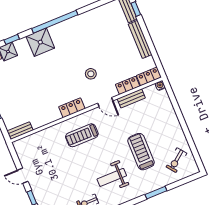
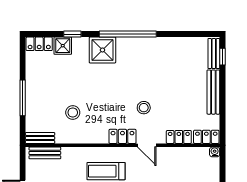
bench: (131, 98) -> (45, 153), moved
stool: (37, 100) -> (73, 113), added
locker: (72, 108) -> (122, 136), moved

